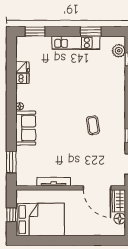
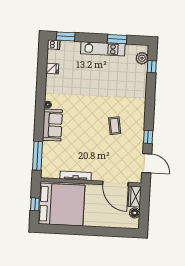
dishwasher: (22, 79) -> (54, 45), moved
window: (11, 162) -> (38, 156), width x1.44
bed: (40, 220) -> (61, 205), width x1.36

